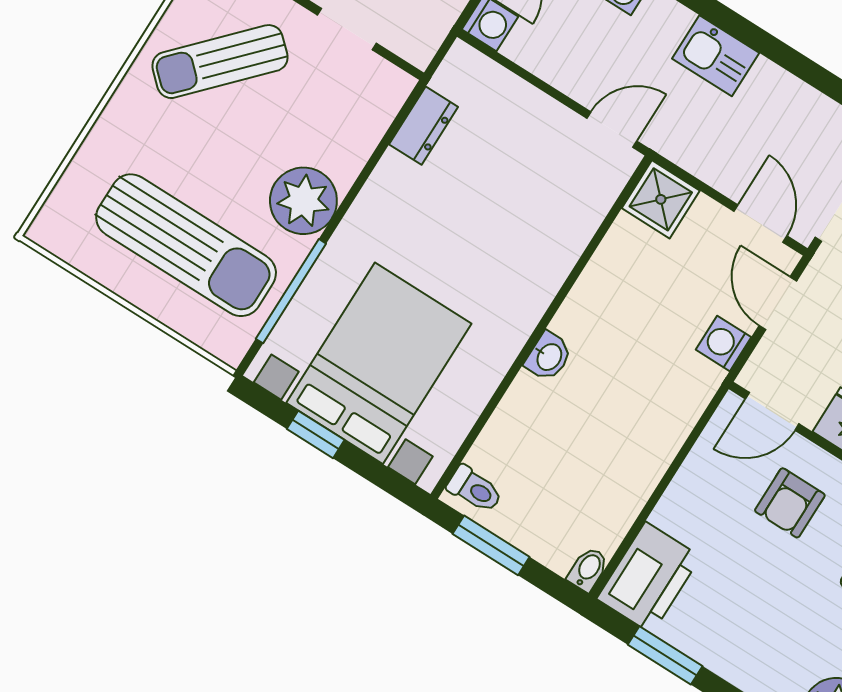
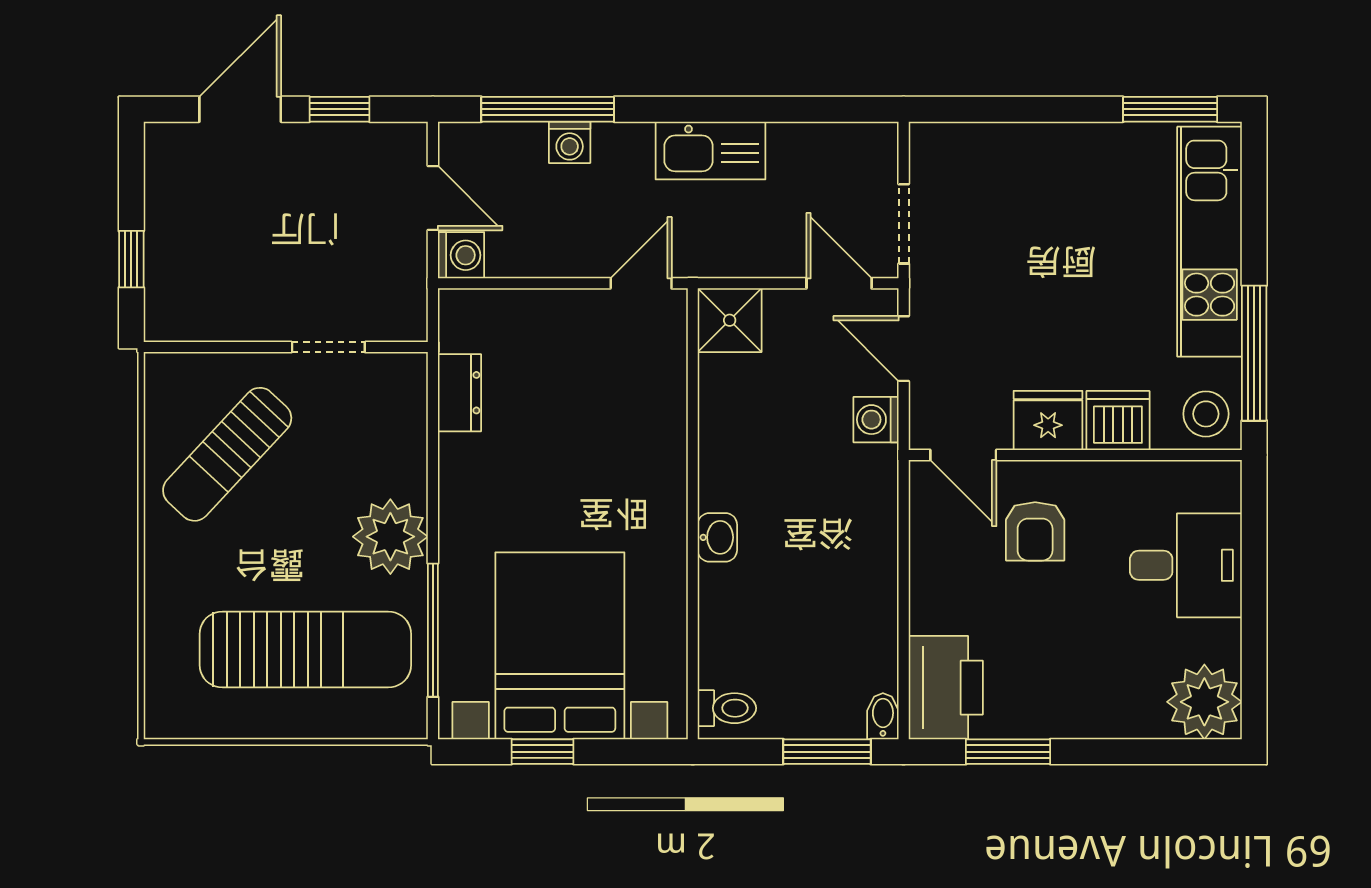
kitchen sink: (716, 56) -> (711, 150), width x1.38
door: (772, 411) -> (963, 455), hinge flipped
window: (491, 545) -> (827, 752), moved

